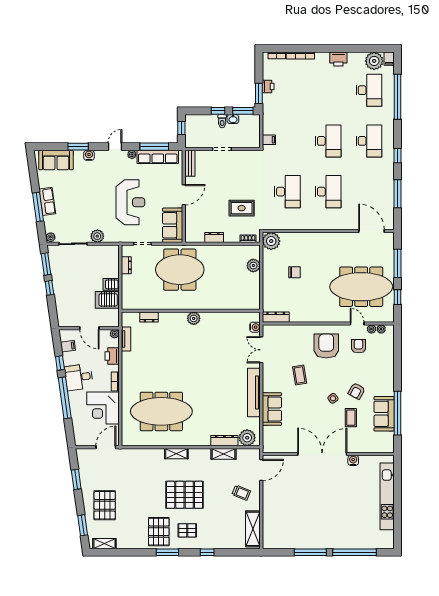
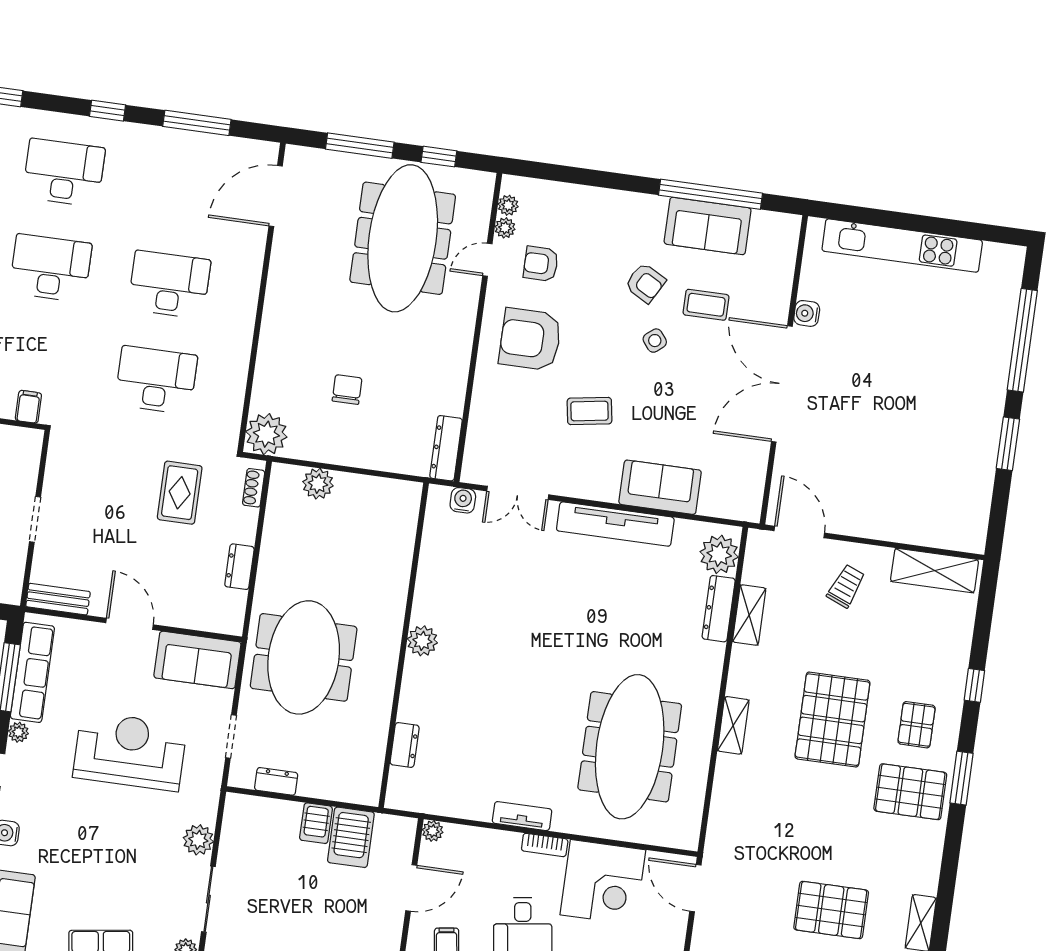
tv unit: (126, 339) -> (522, 816), moved
printer: (112, 356) -> (484, 844), removed
window: (310, 552) -> (1008, 444), width x0.69

